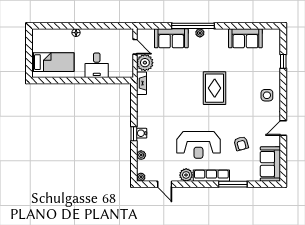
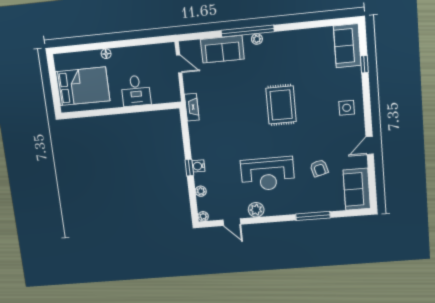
sofa: (245, 38) -> (347, 46), moved, turned 90
bed: (53, 62) -> (83, 86), width x1.50
plant: (145, 63) -> (193, 82), removed
row of seats: (211, 176) -> (286, 208), removed

